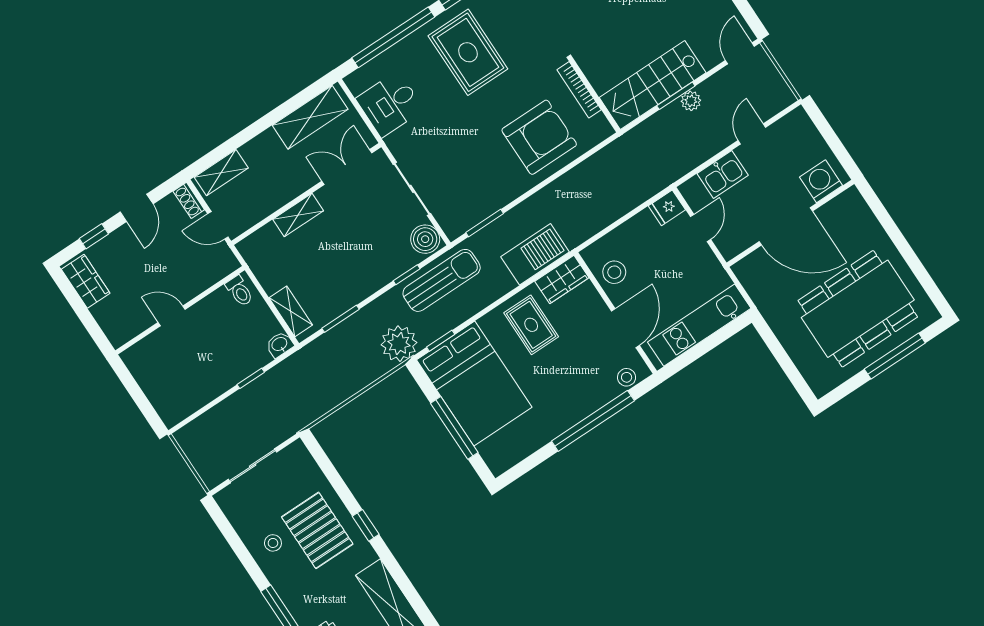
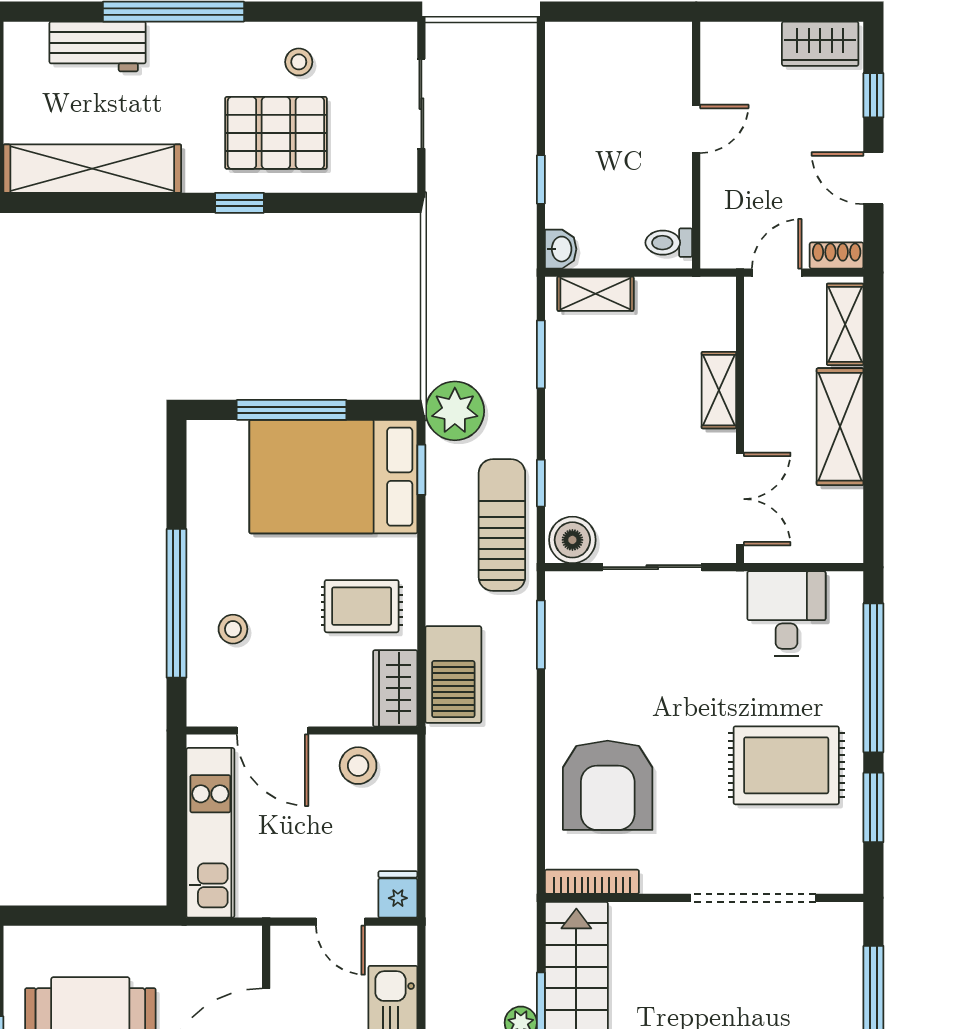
bookcase: (579, 90) -> (592, 882), moved
shelving: (310, 117) -> (840, 427), moved
sun lounger: (442, 280) -> (502, 525), turned 180
stool: (627, 377) -> (233, 629), moved

